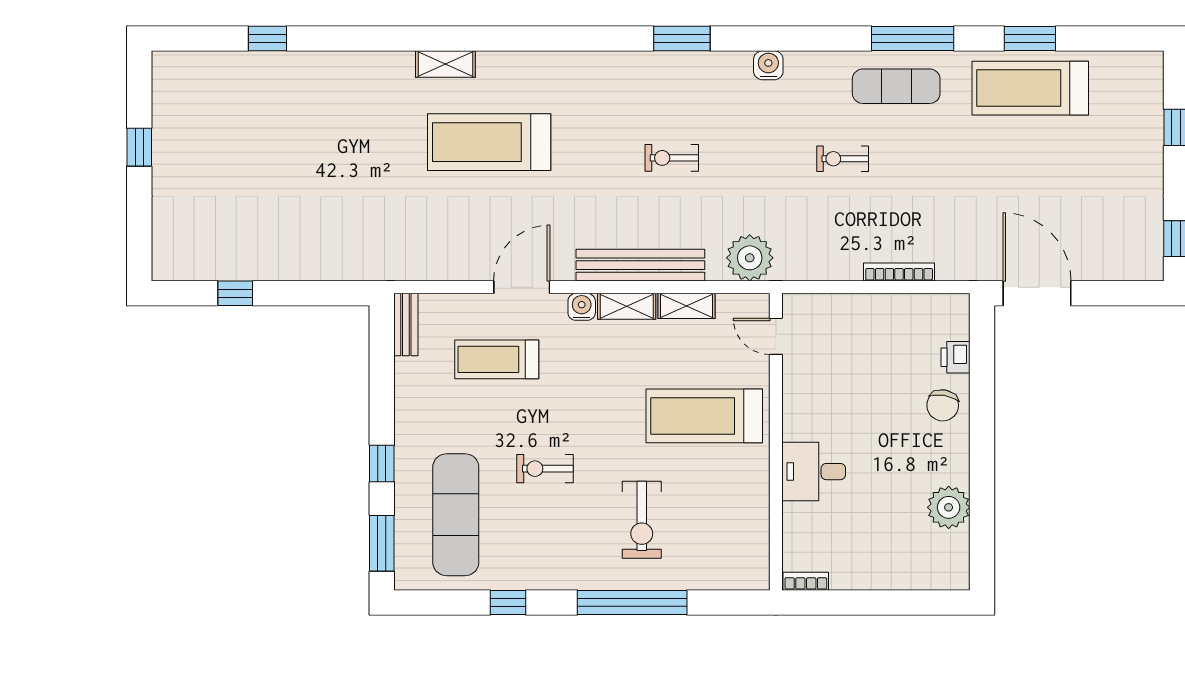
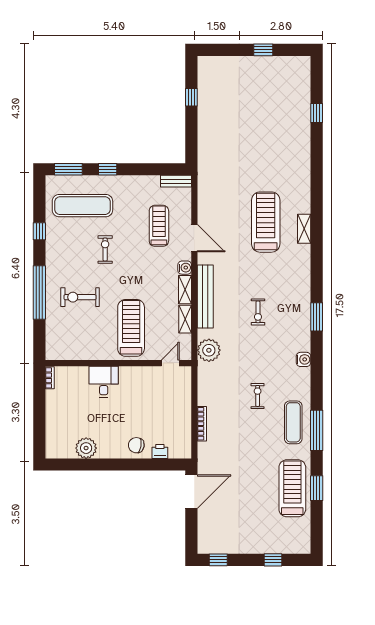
shelving: (445, 64) -> (304, 229), moved
exercise bike: (672, 158) -> (258, 312), turned 180

